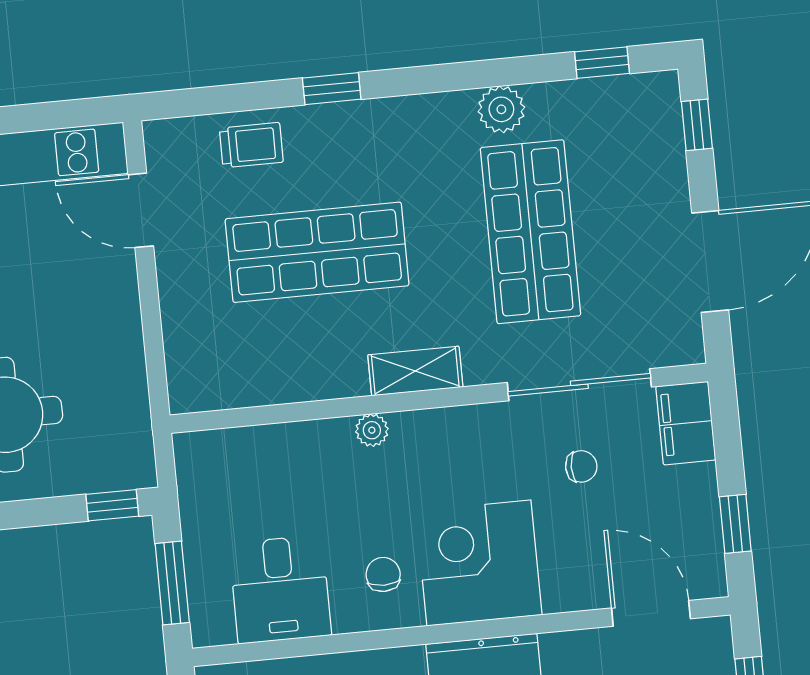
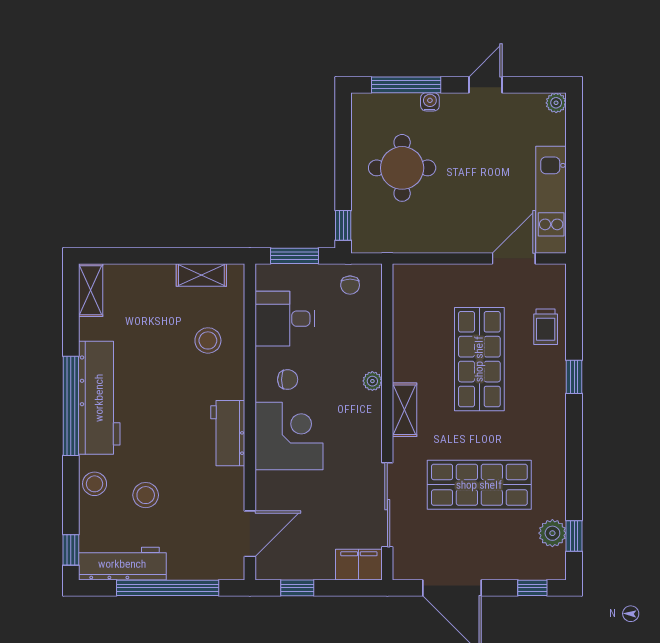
plant: (501, 109) -> (552, 533), moved
chair: (581, 466) -> (350, 285), moved

